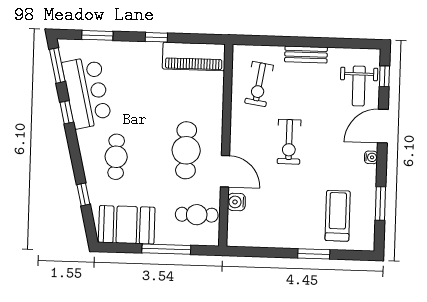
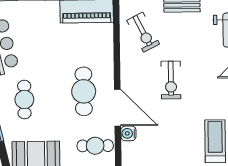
exercise bike: (259, 84) -> (143, 32), turned -36
door: (225, 171) -> (118, 108), width x1.36

